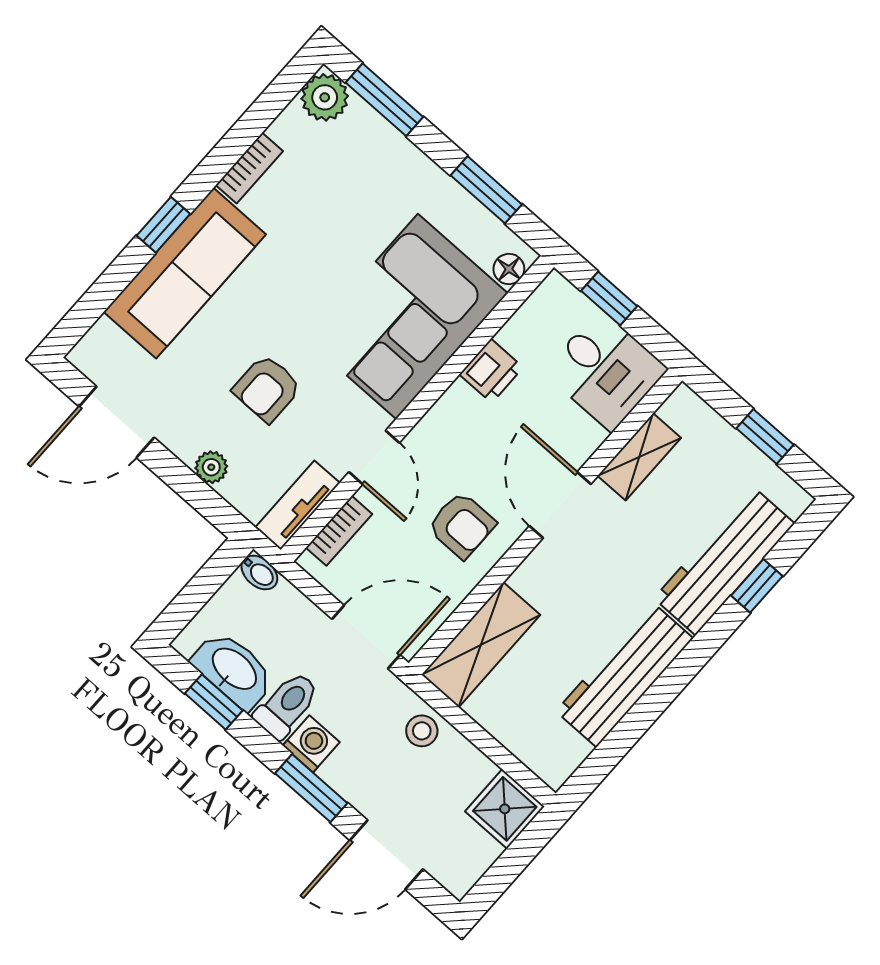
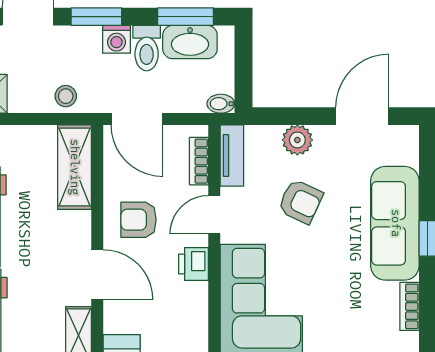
printer: (491, 371) -> (193, 264), moved
armchair: (267, 388) -> (300, 201), turned 115
door: (374, 457) -> (214, 215), hinge flipped
plant: (211, 467) -> (297, 140), width x1.38, depth x1.38
door: (366, 637) -> (137, 119), hinge flipped
window: (214, 702) -> (186, 17), width x1.50

